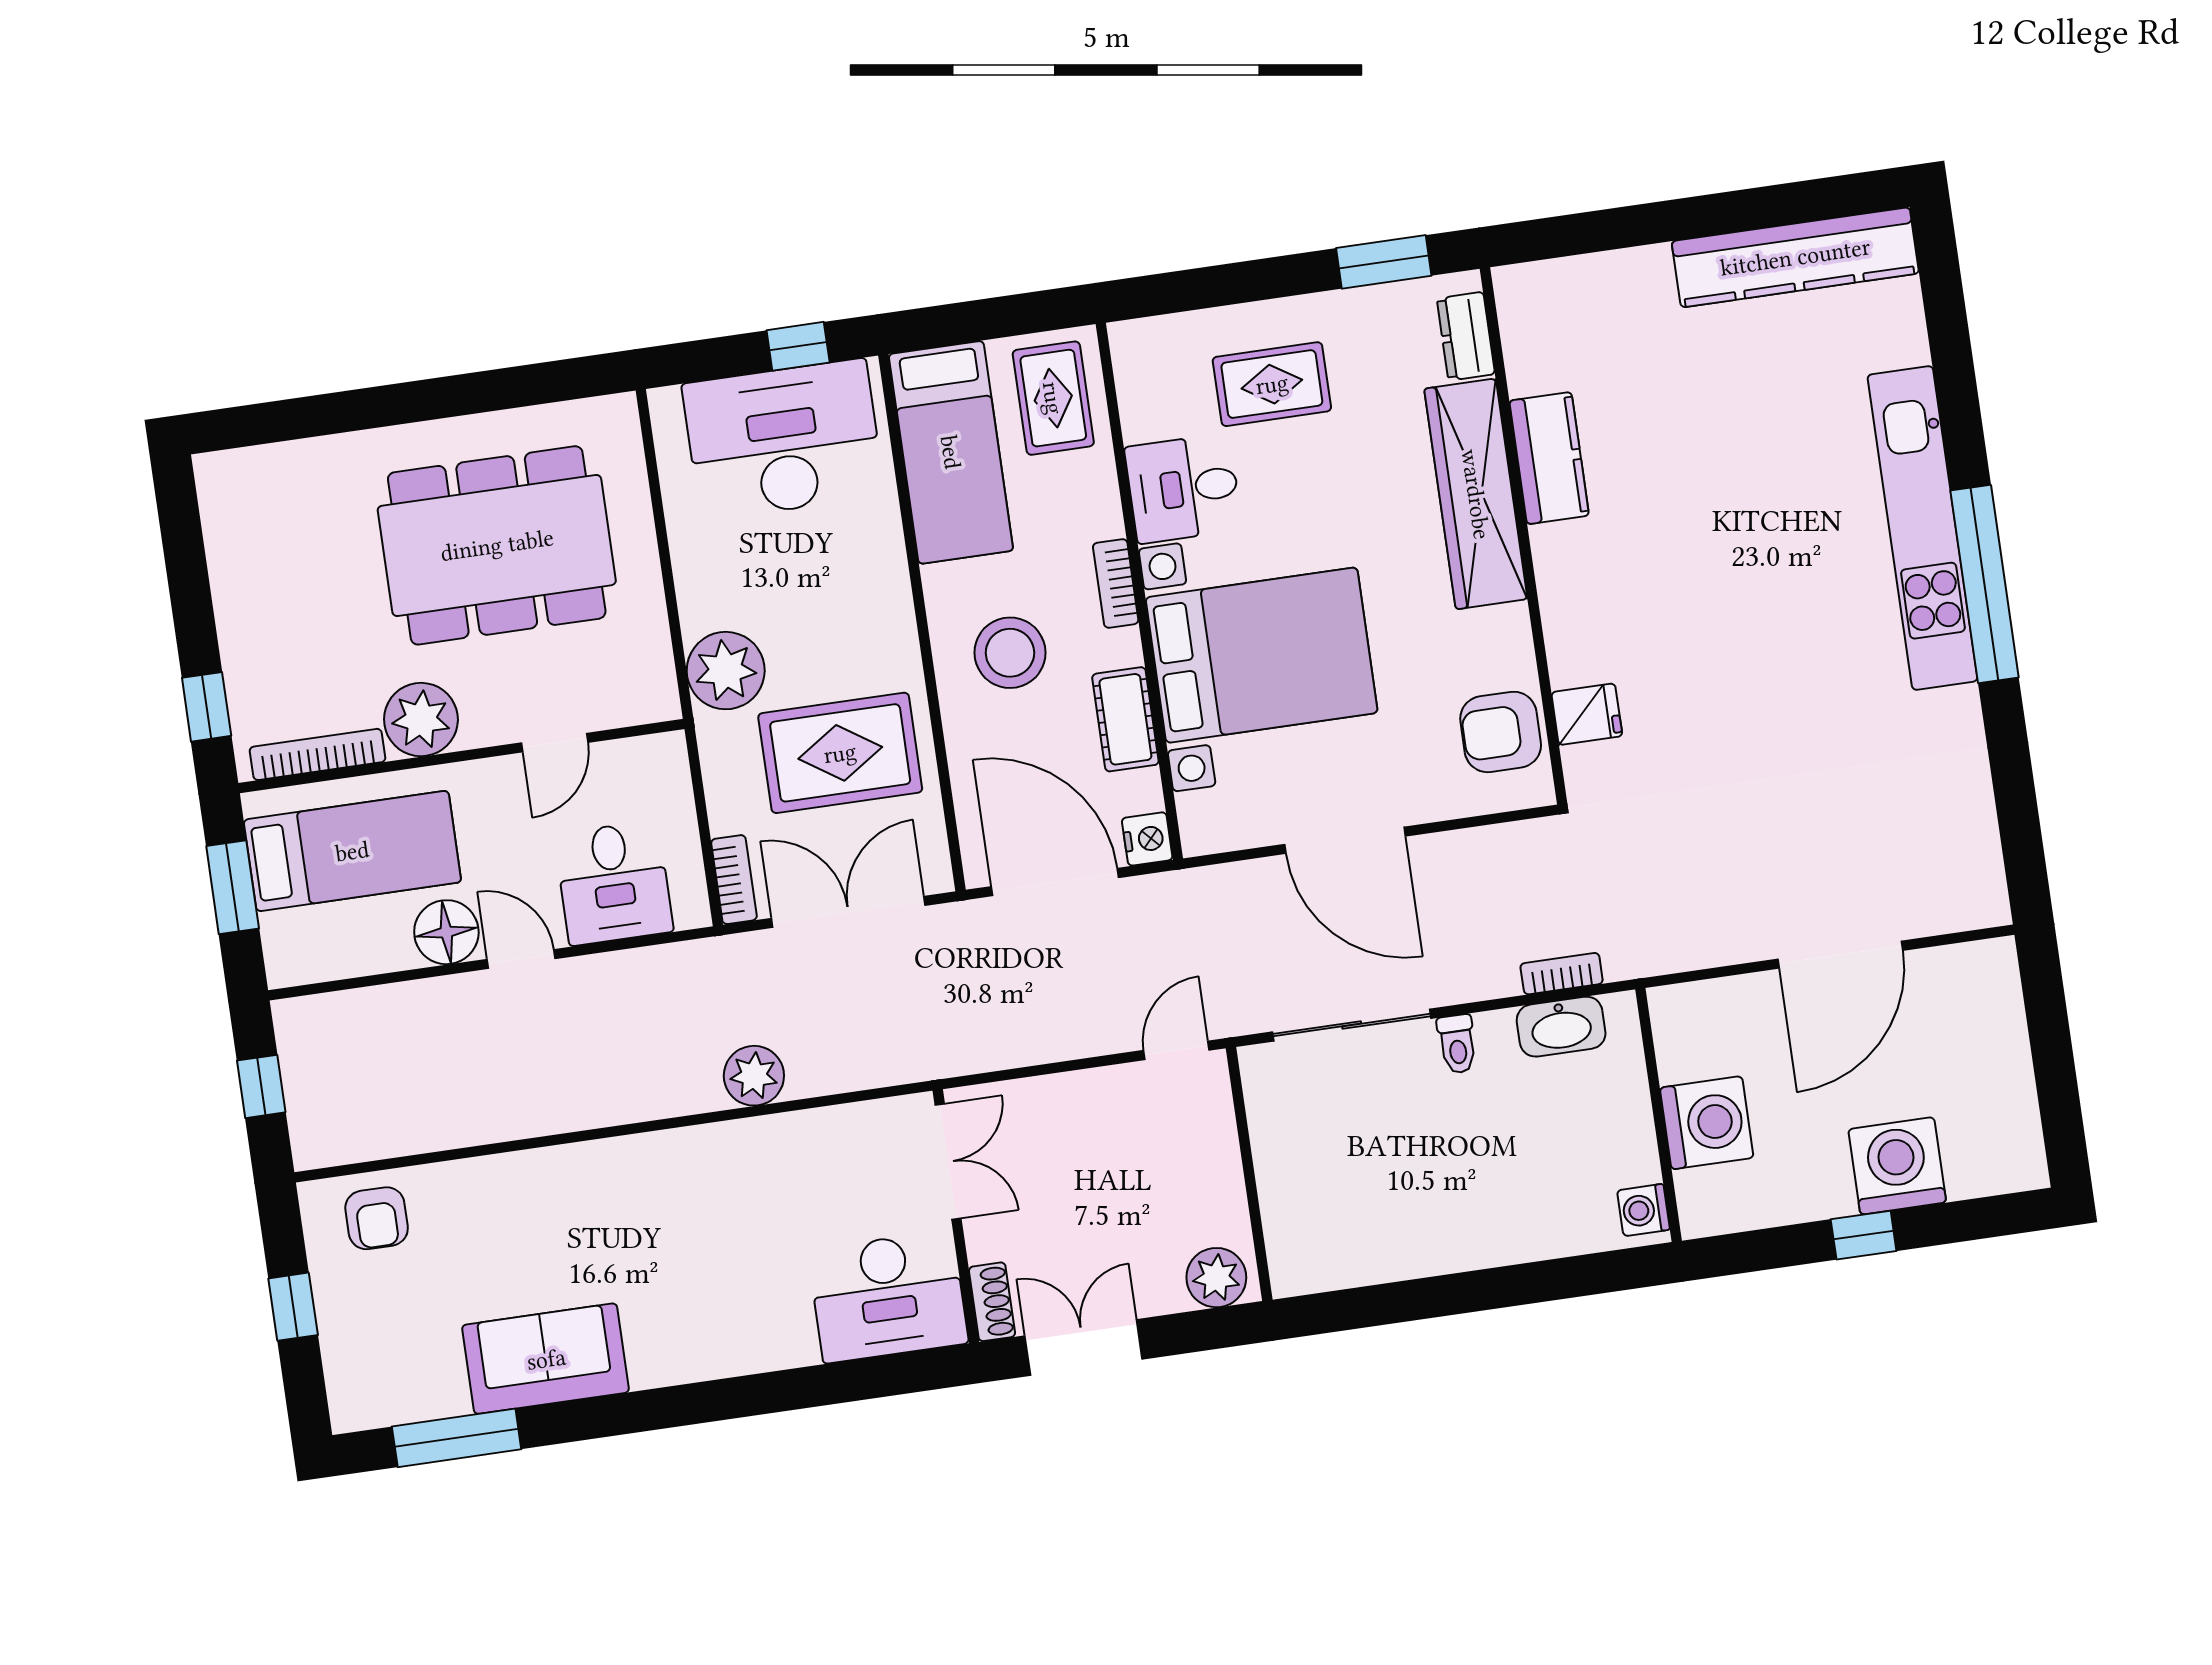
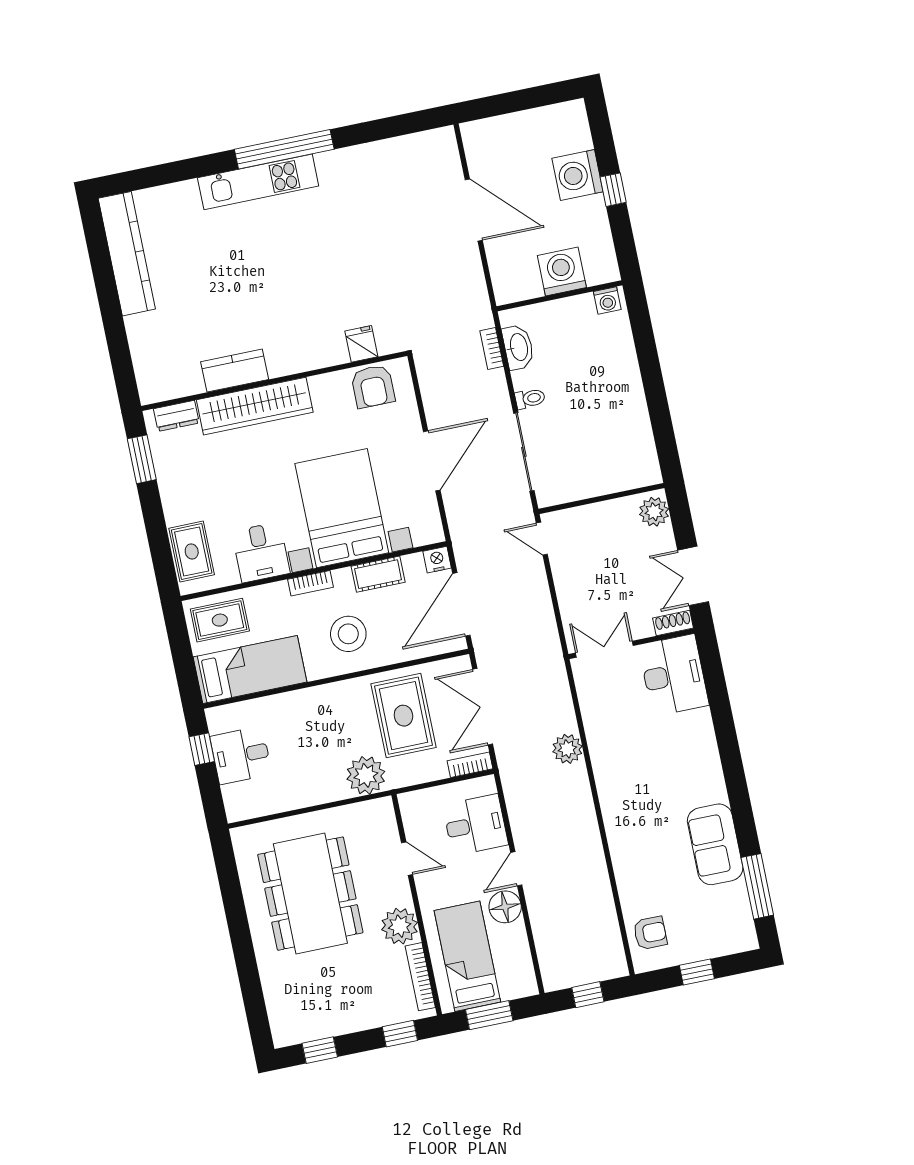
rug: (1272, 384) -> (192, 551), moved
desk: (783, 440) -> (241, 755), width x0.53, depth x0.77
kitchen unit: (1923, 528) -> (258, 182), width x0.73
window: (183, 545) -> (320, 1050), added

